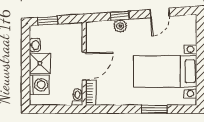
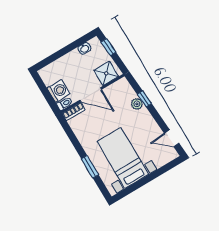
door: (160, 13) -> (172, 138), moved
shower: (40, 63) -> (106, 73), moved
washing machine: (39, 85) -> (58, 91), moved, turned -90

